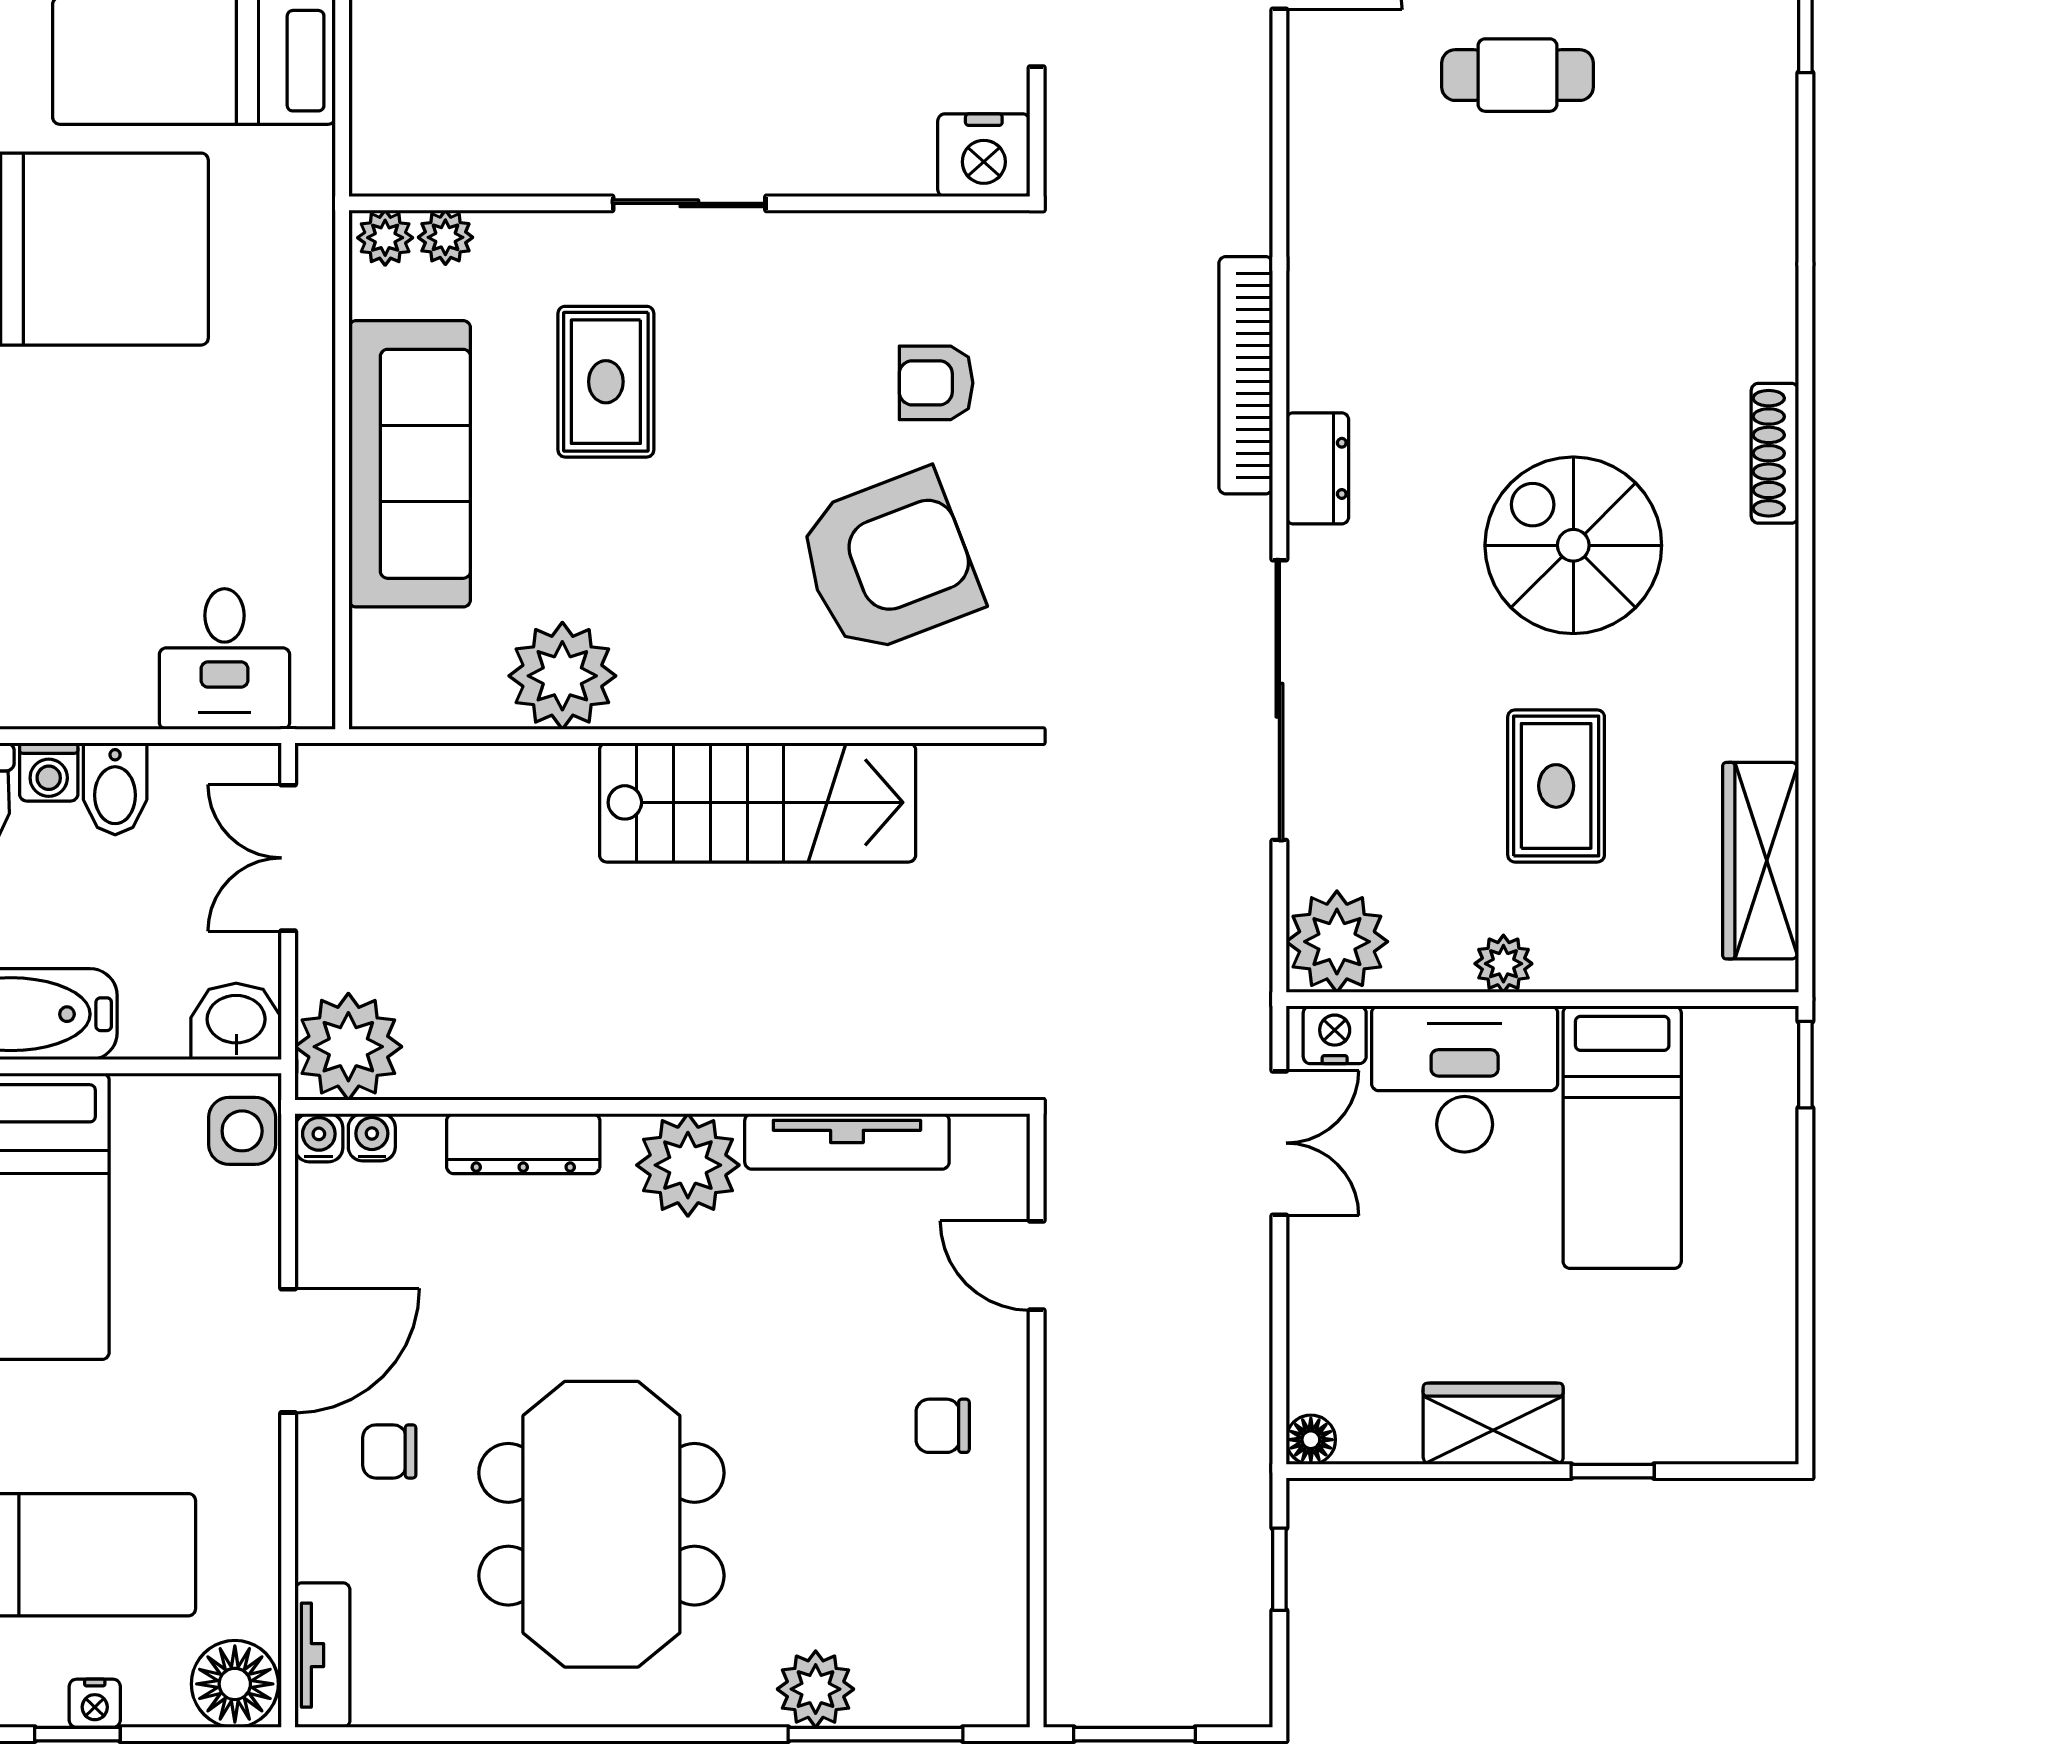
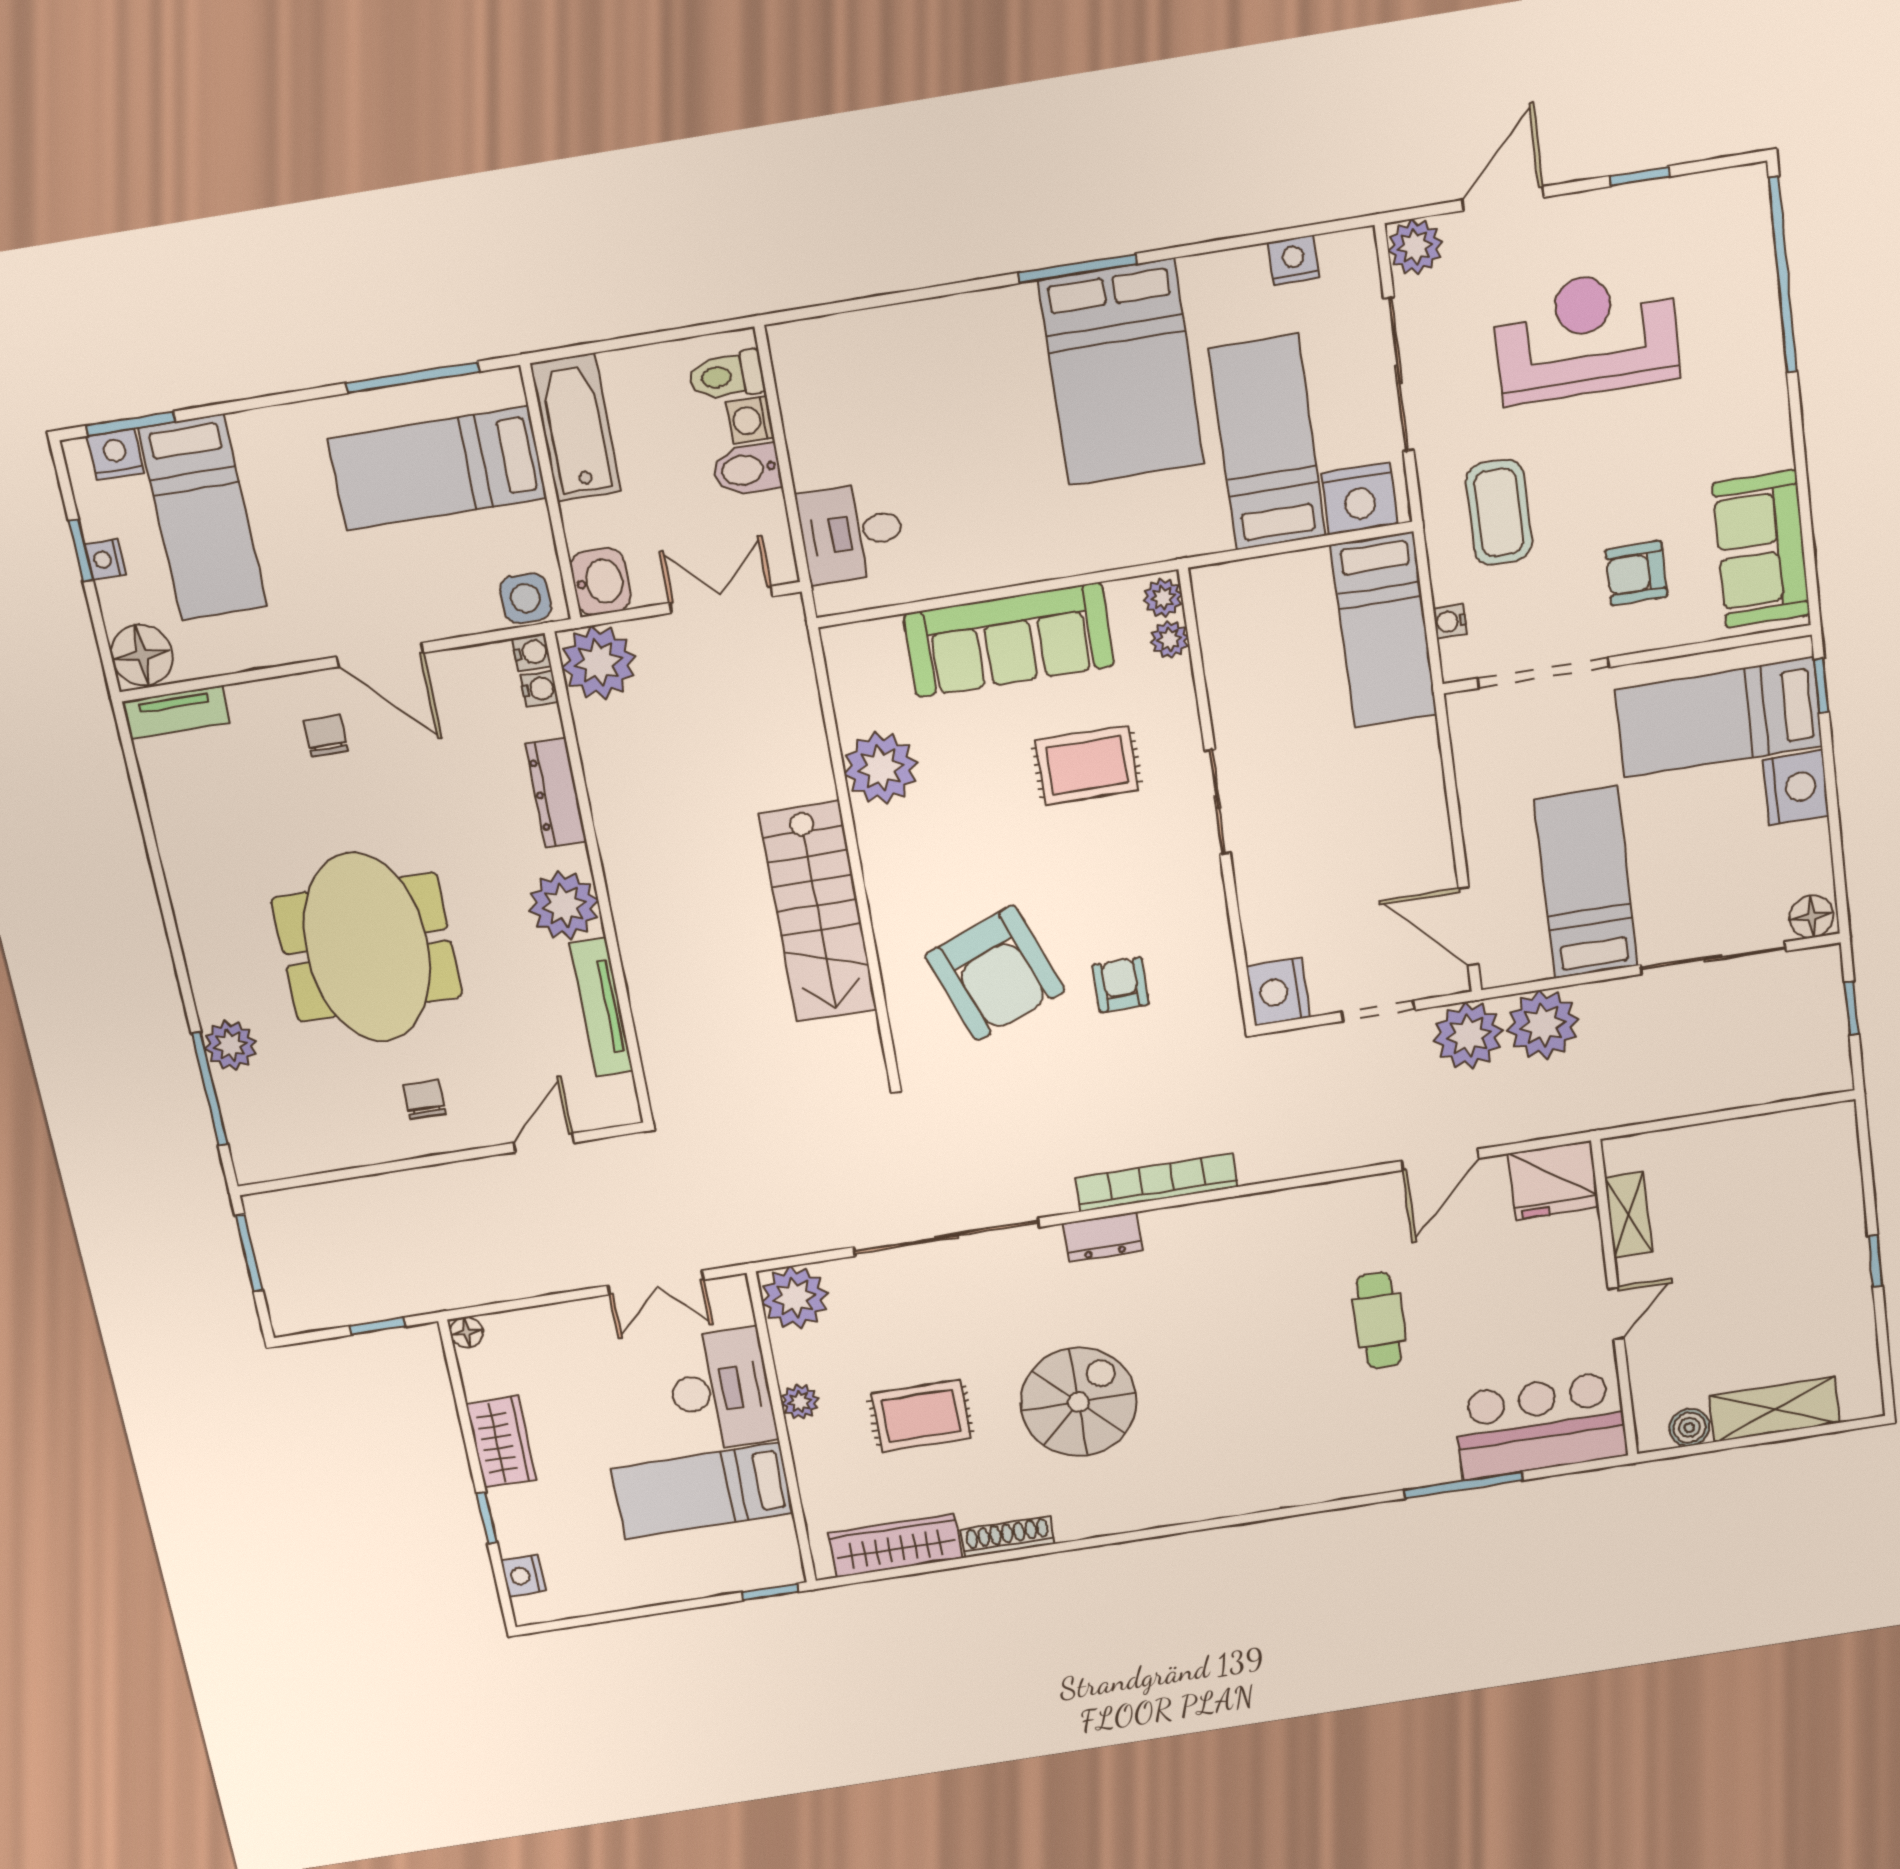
shoe rack: (1775, 453) -> (1008, 1537), moved
nightstand: (1335, 1035) -> (523, 1576), moved, turned 180
meeting table: (601, 1524) -> (367, 947), moved, turned 90

